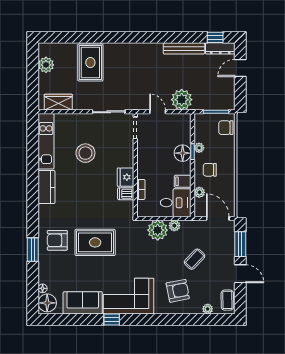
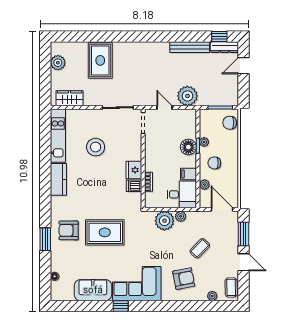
floor lamp: (47, 303) -> (59, 290), removed

